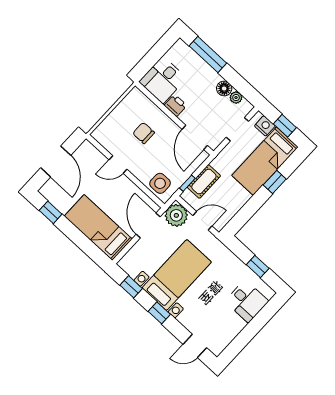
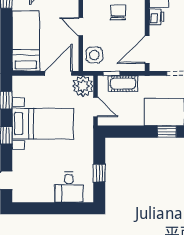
door: (118, 164) -> (81, 27), moved

